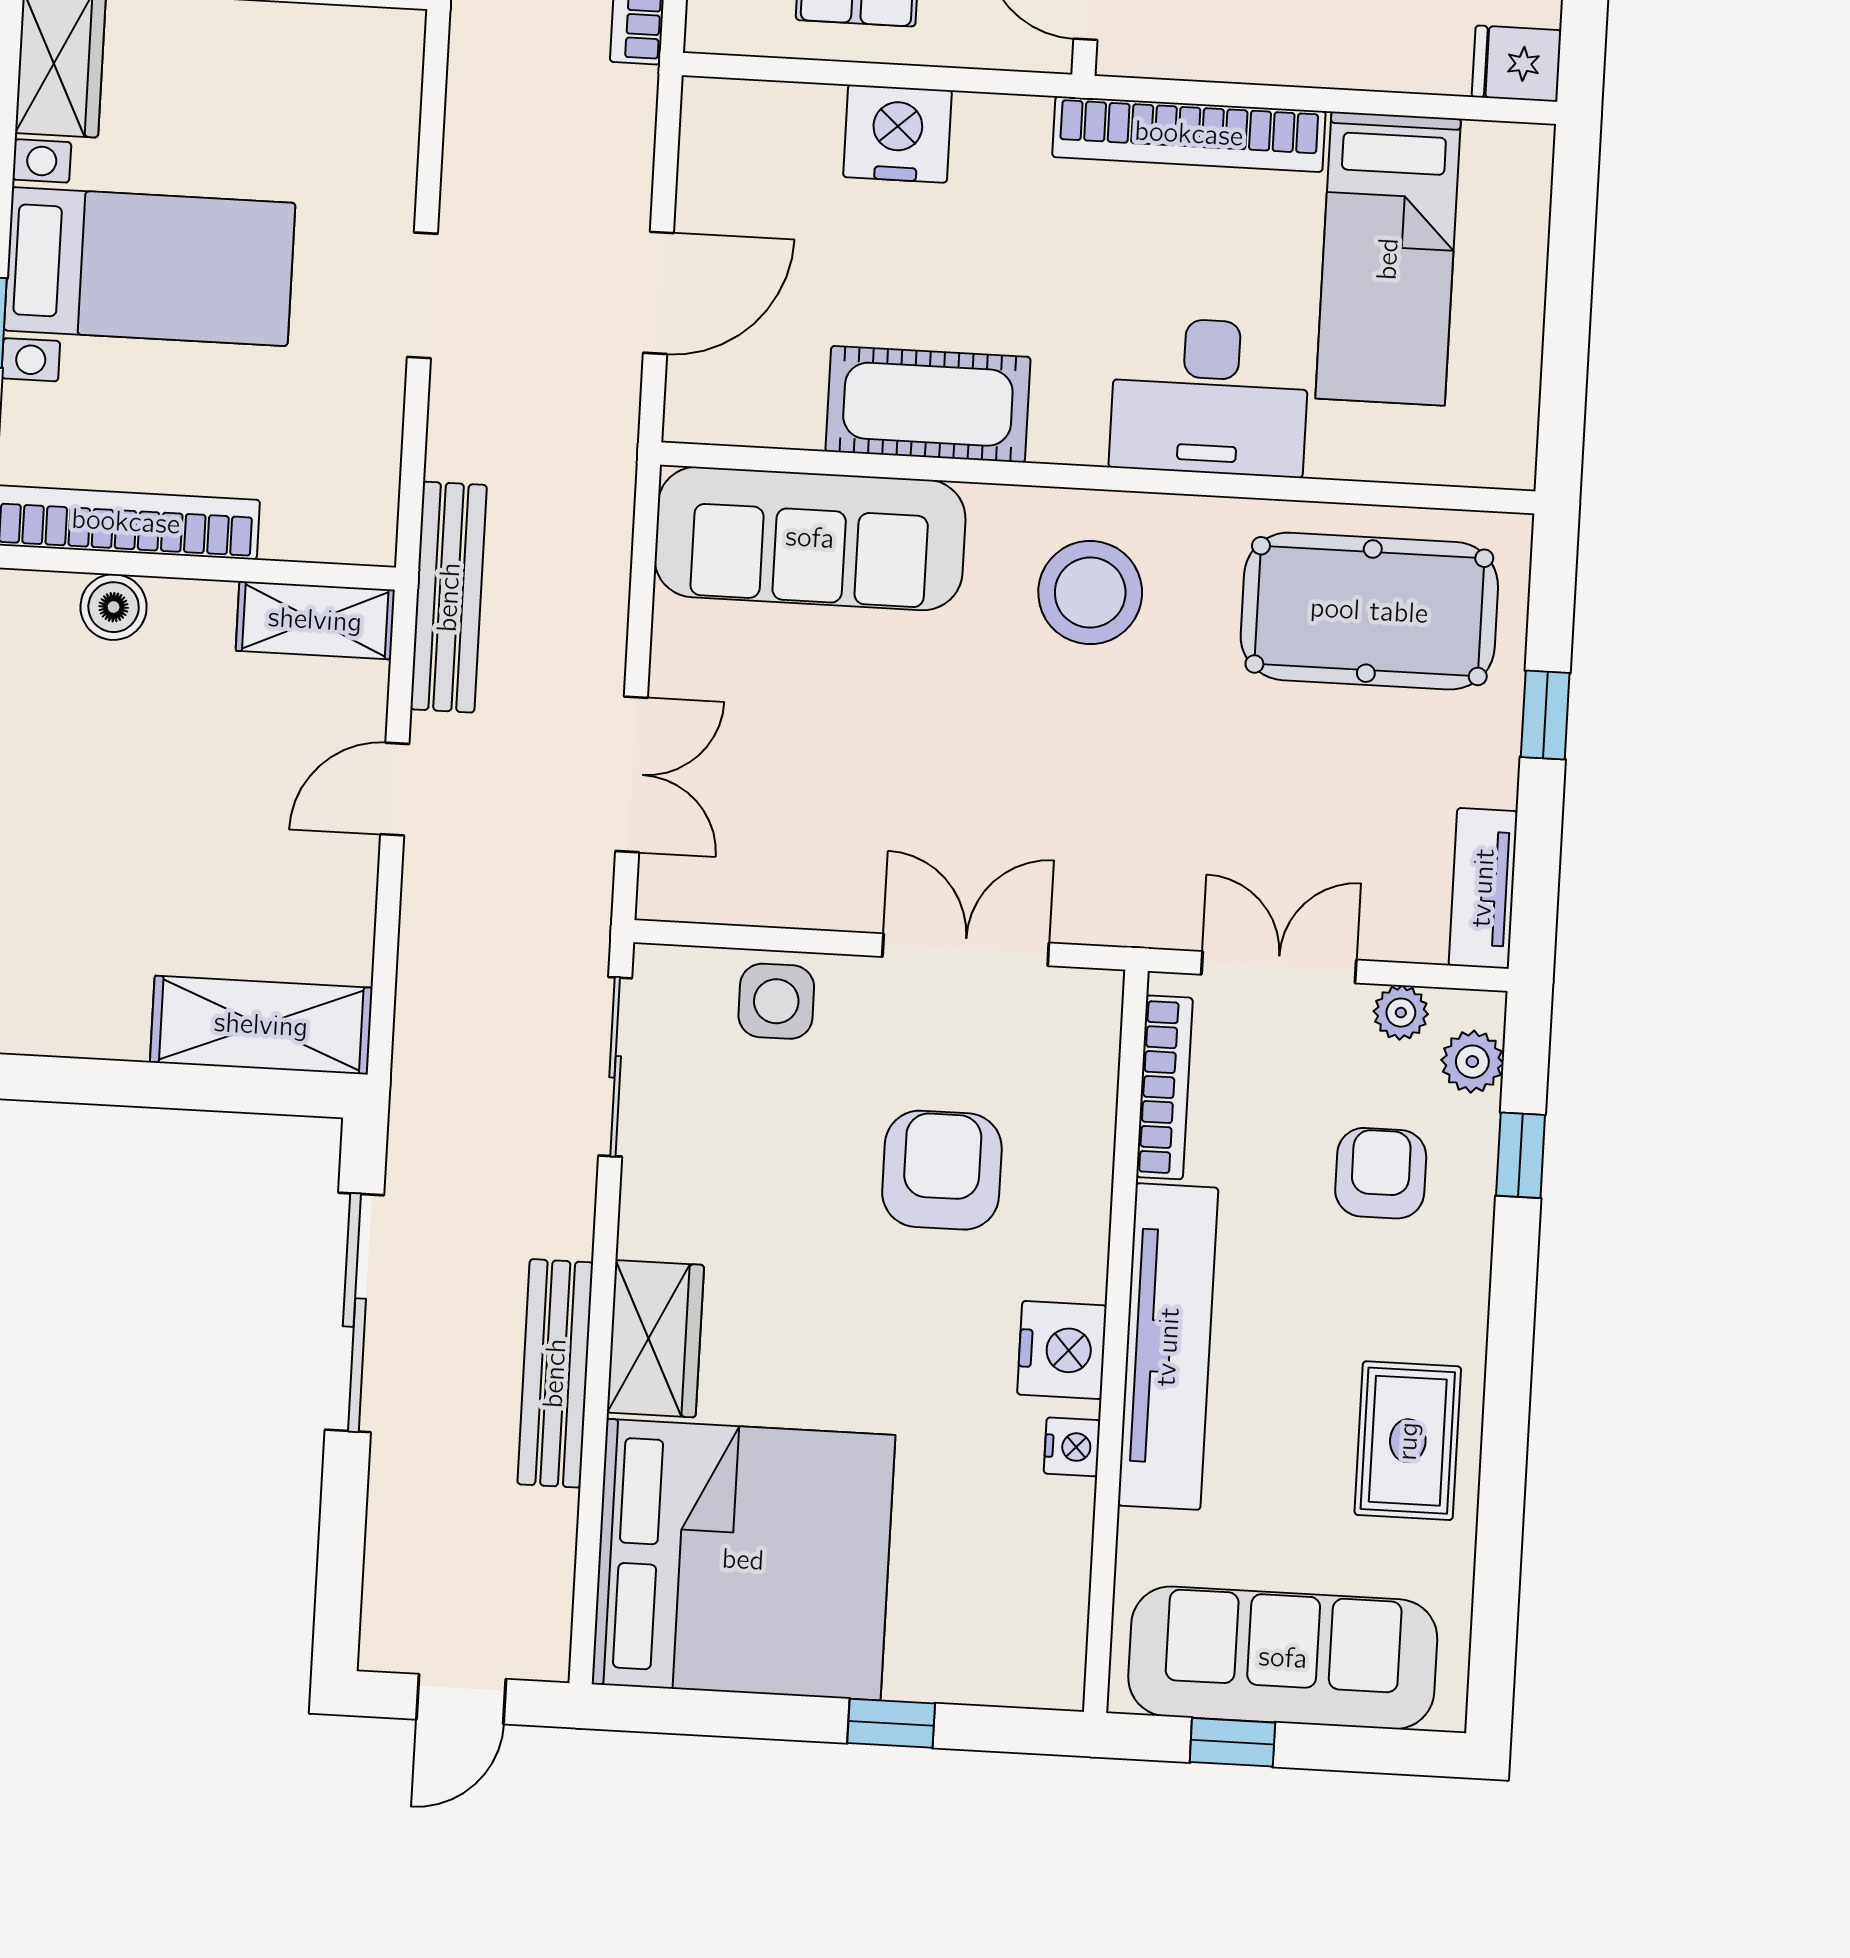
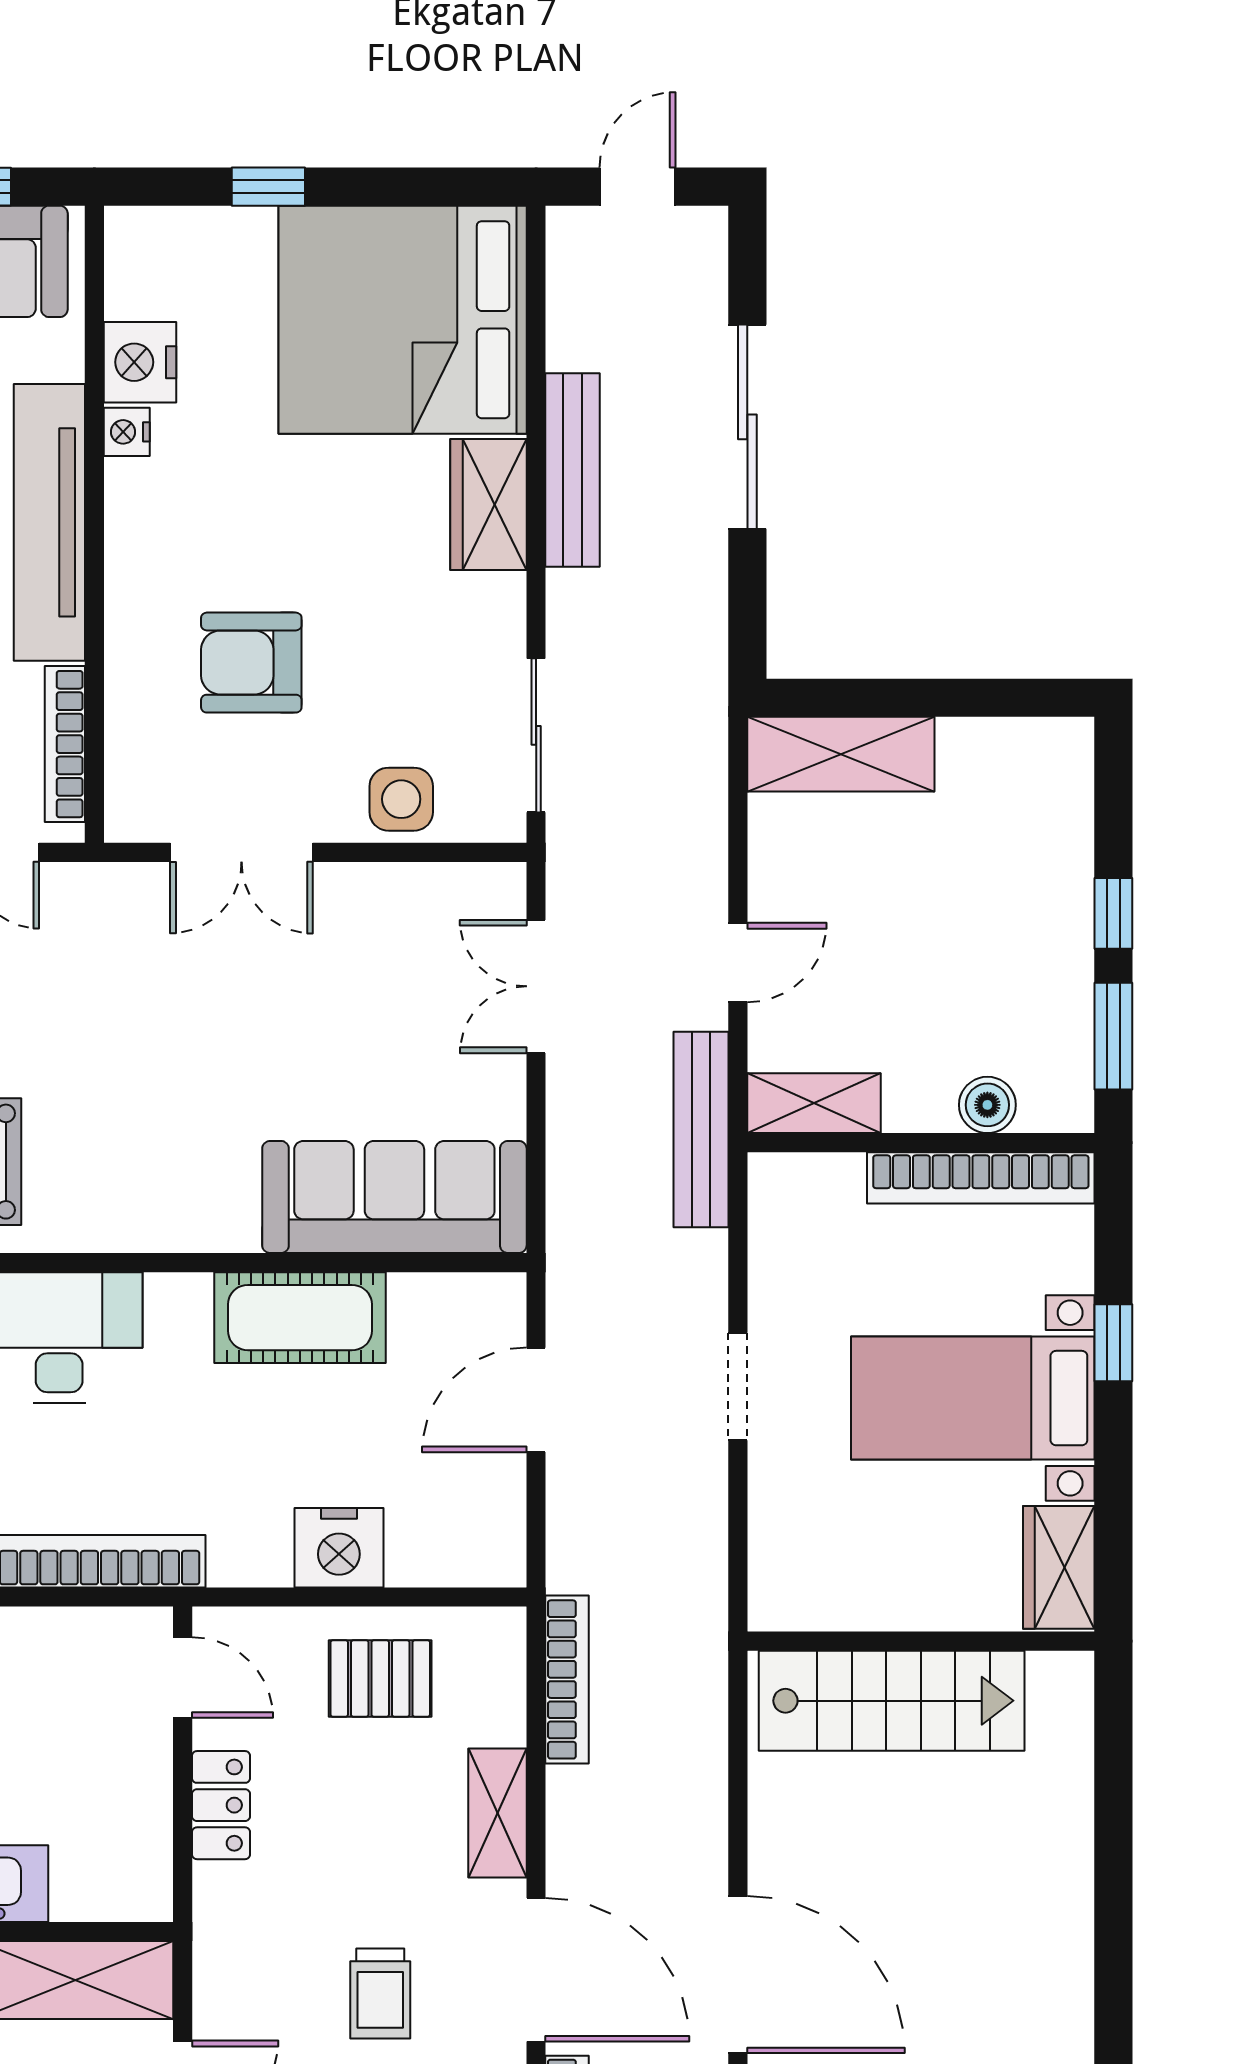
stool: (1090, 592) -> (152, 1164), removed
armchair: (942, 1170) -> (251, 663), turned 90
sliding door: (354, 1313) -> (747, 427), moved
nightstand: (1062, 1350) -> (140, 362), moved

